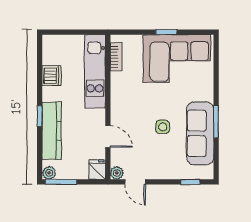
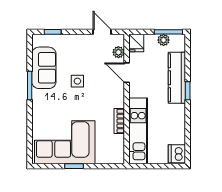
bookcase: (116, 57) -> (119, 121), moved
dishwasher: (52, 76) -> (177, 154), moved
sofa: (200, 133) -> (44, 68), width x0.73
plant: (49, 173) -> (164, 40), moved
plant: (117, 173) -> (118, 52), moved

